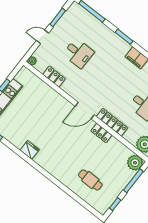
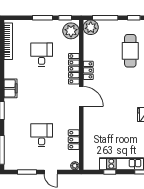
cafe table: (90, 180) -> (130, 51), width x1.37, depth x1.35

